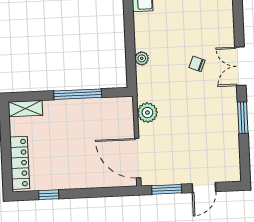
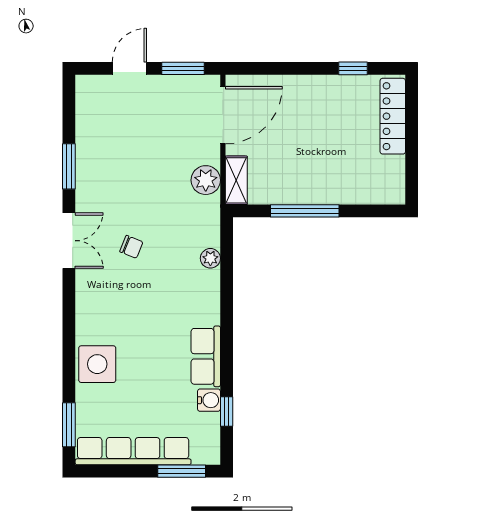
shelving: (25, 109) -> (236, 180), moved, turned 90
door: (138, 158) -> (223, 115), hinge flipped

